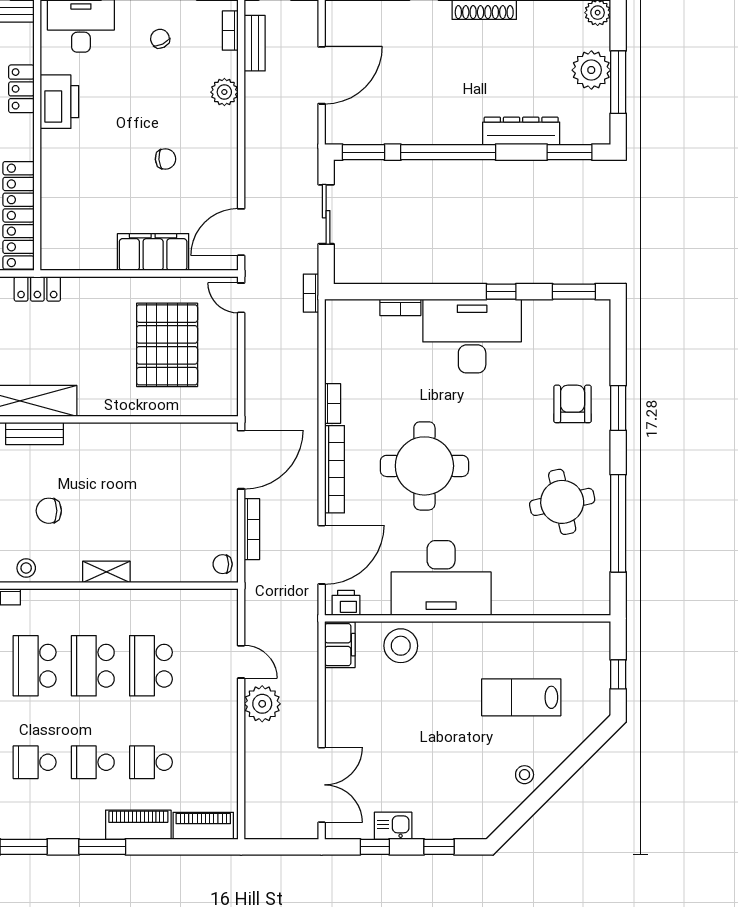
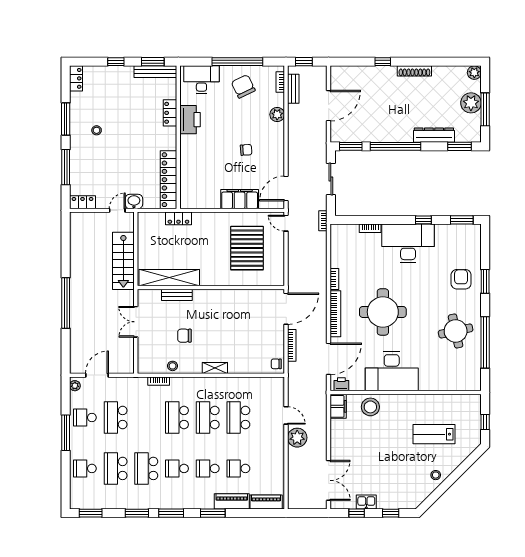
chair: (160, 39) -> (243, 86), width x1.87, depth x1.87

